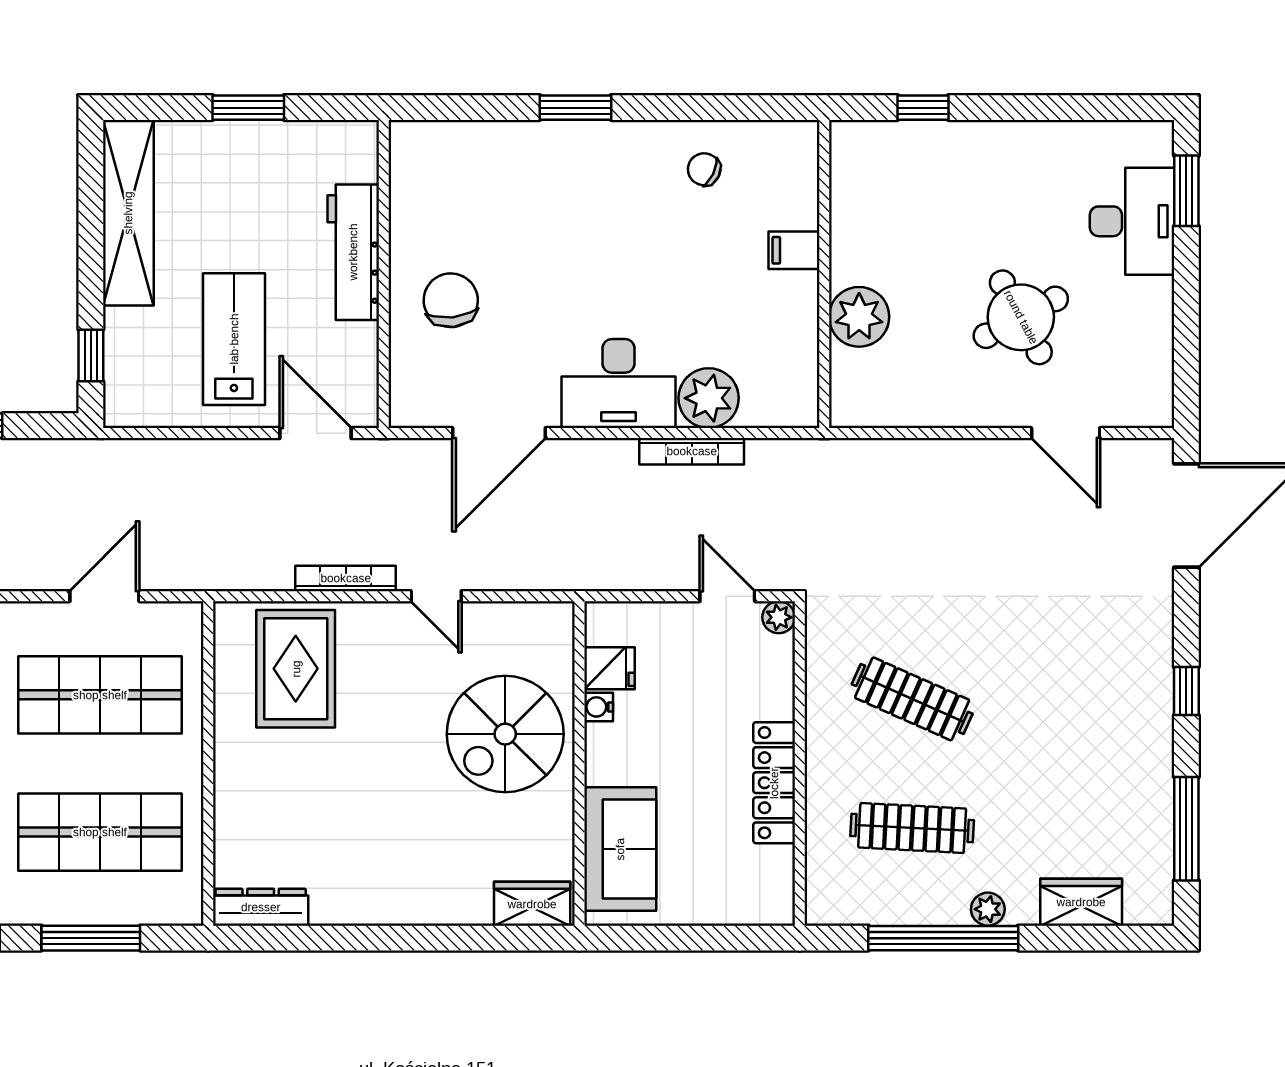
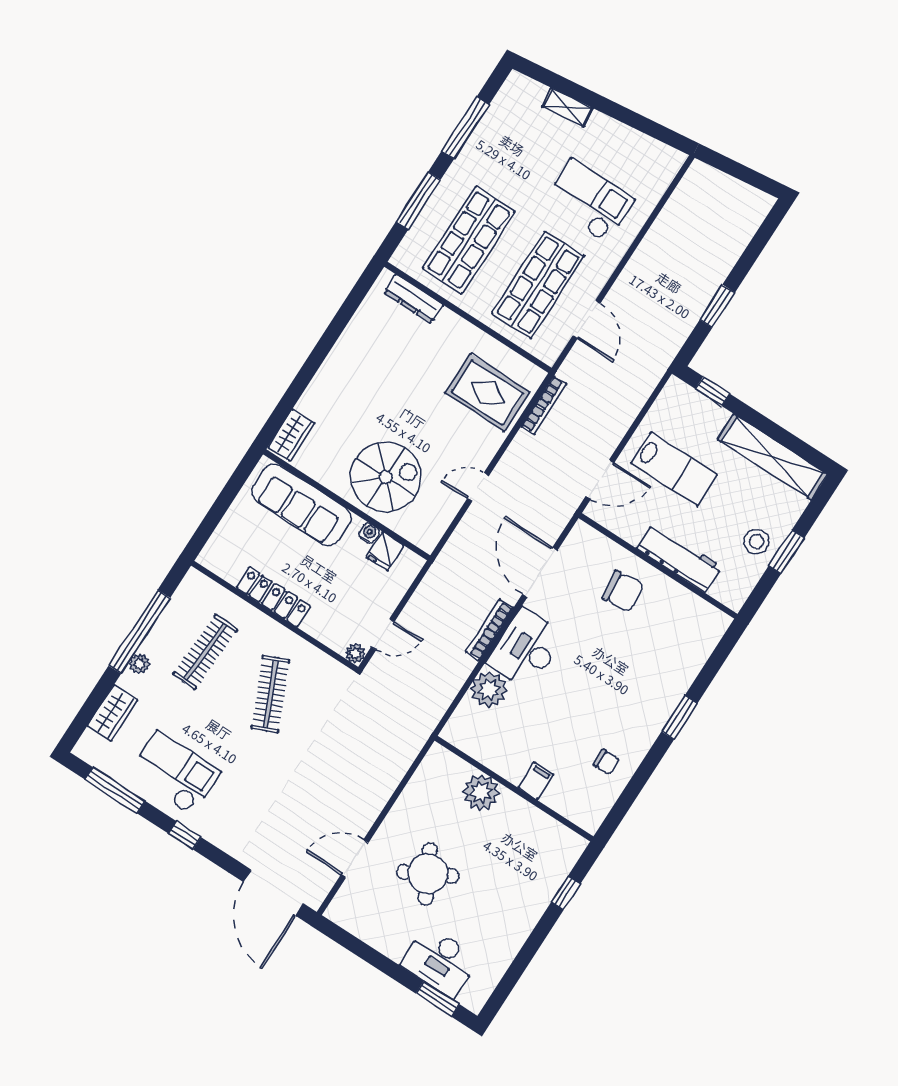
stool: (261, 159) -> (756, 541), added
chair: (704, 169) -> (606, 762), turned 64
bookcase: (692, 451) -> (489, 630), moved
bookcase: (346, 578) -> (544, 405), moved
clothes rail: (912, 699) -> (270, 694), turned -48
spiral stairs: (505, 734) -> (386, 477), turned 90
checkout: (1109, 761) -> (175, 773), added
sofa: (620, 849) -> (301, 505), width x1.36
dresser: (261, 907) -> (414, 299), moved, turned 90

